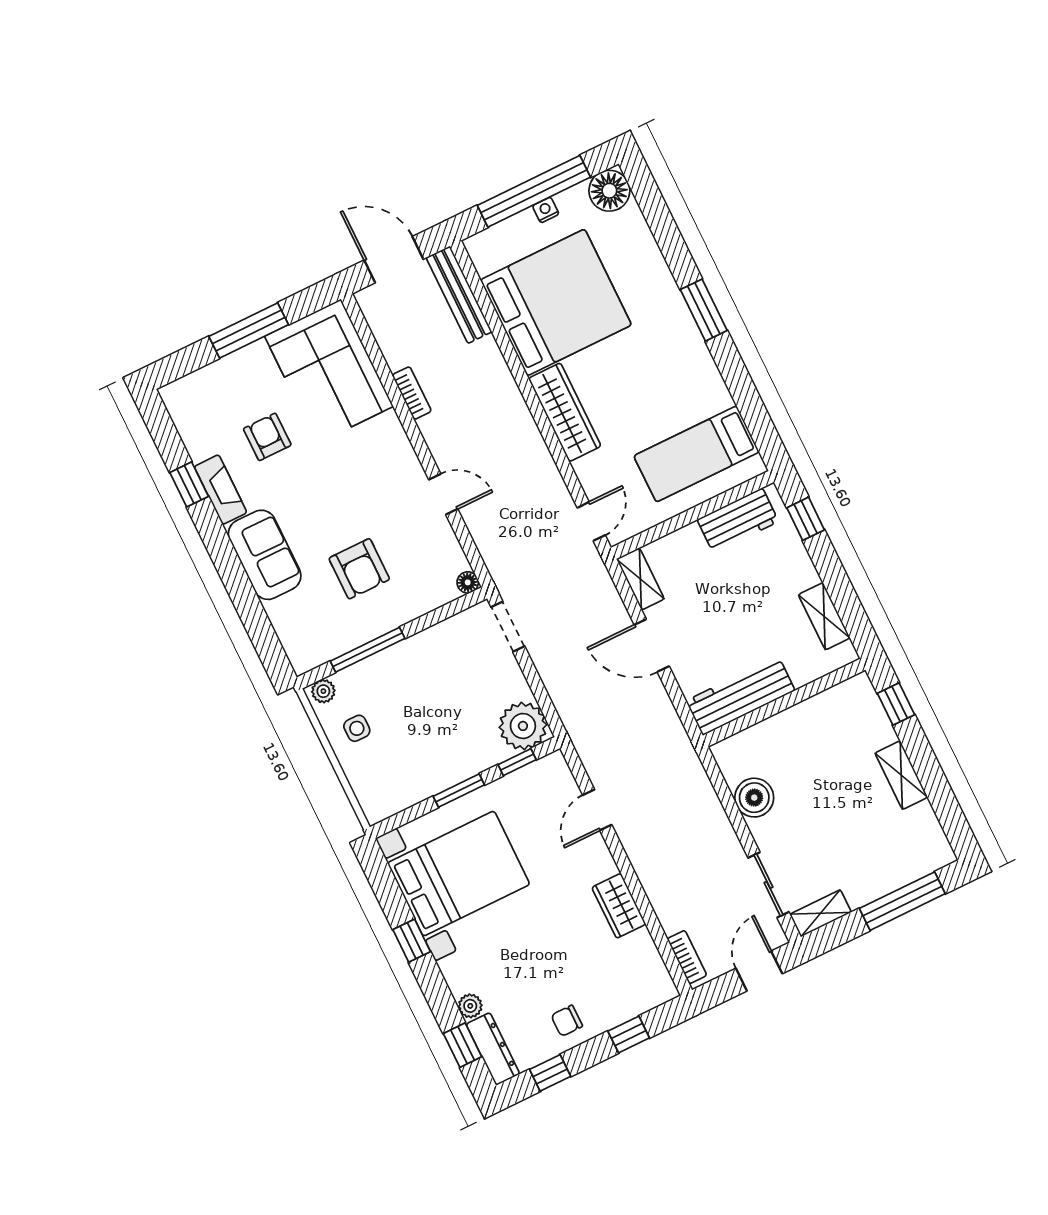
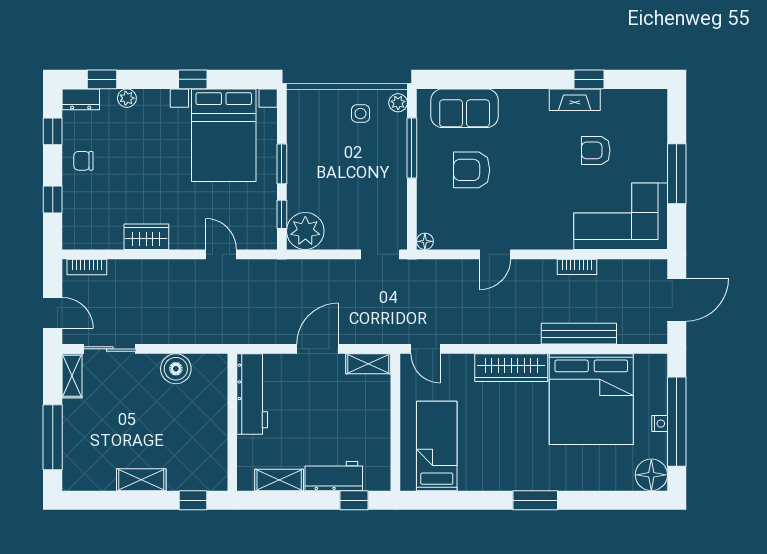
bench: (459, 295) -> (579, 334), moved
armchair: (267, 437) -> (596, 150), turned 180
workbench: (738, 521) -> (334, 476), moved, turned 90
sofa: (265, 555) -> (465, 108), moved
chair: (567, 1021) -> (83, 161), turned -90
dresser: (493, 1049) -> (81, 99), width x0.70

